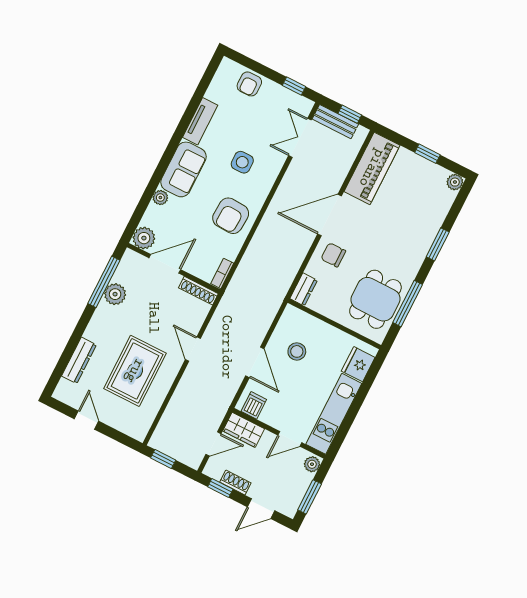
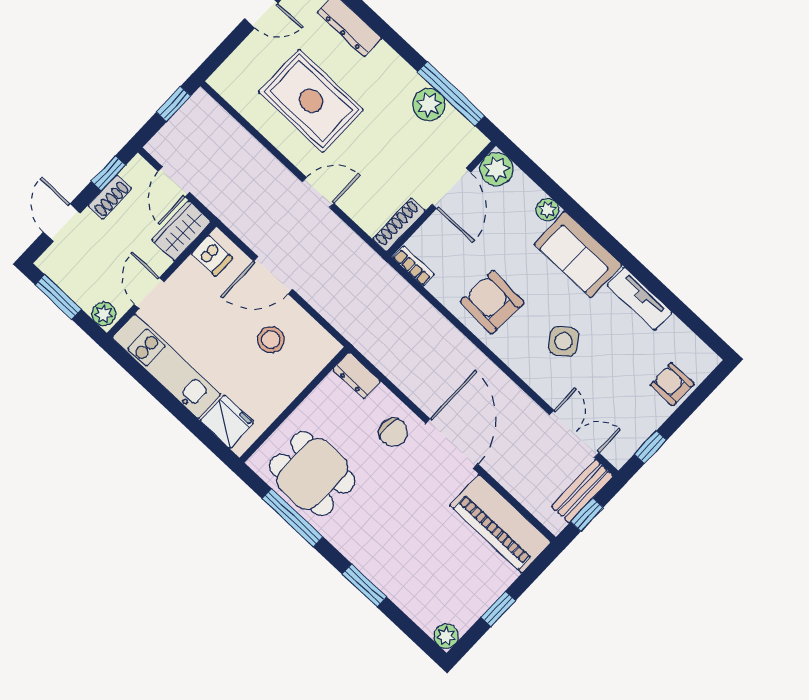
side table: (242, 162) -> (564, 341), turned -35
chair: (333, 255) -> (393, 432), turned 90

